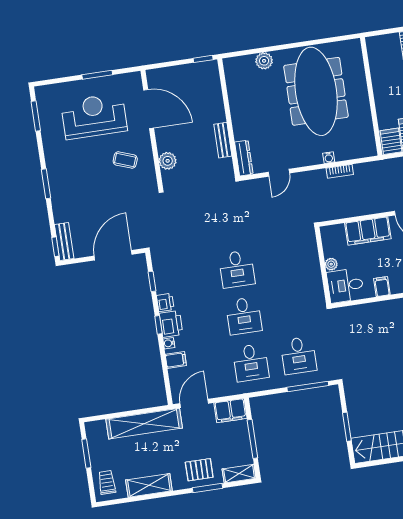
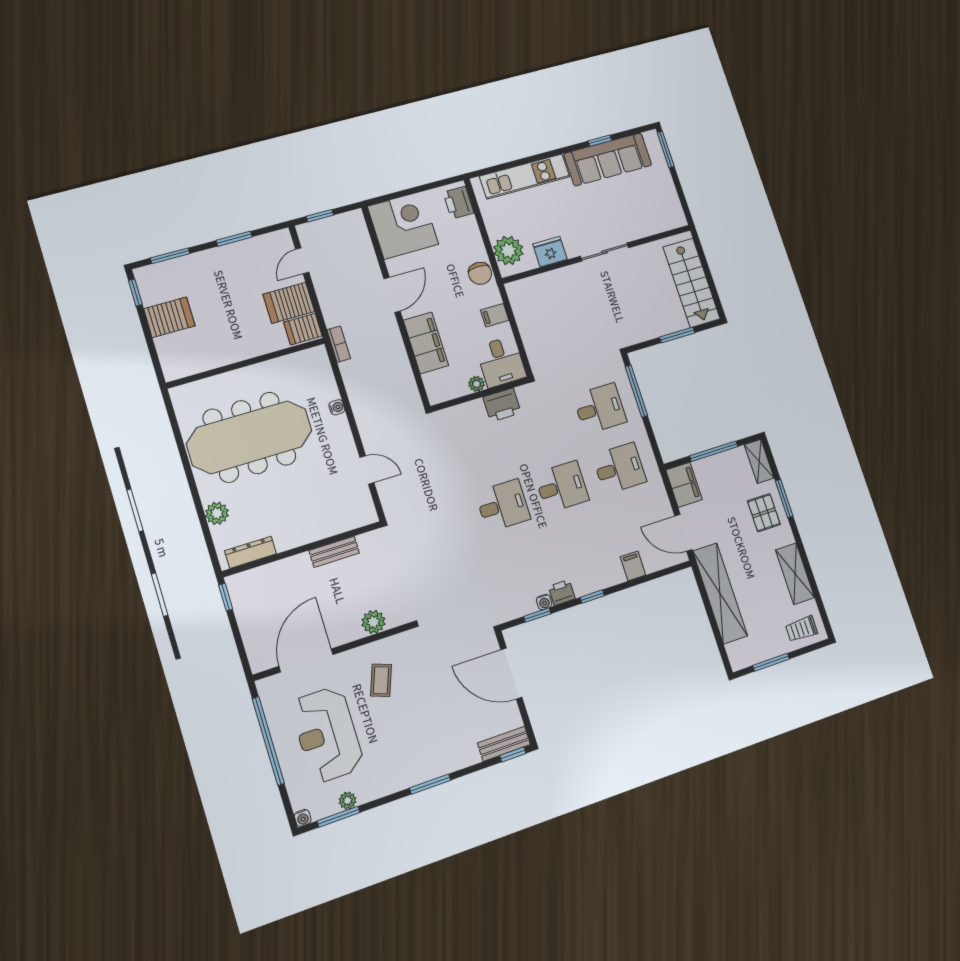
window: (97, 75) -> (268, 741), width x2.11
water cooler: (40, 91) -> (303, 818), added
plant: (46, 124) -> (348, 801), added
dresser: (244, 158) -> (251, 552), moved
bookcase: (340, 171) -> (339, 344), moved
printer: (171, 324) -> (502, 405), moved, turned 180
water cooler: (169, 343) -> (544, 602), moved

